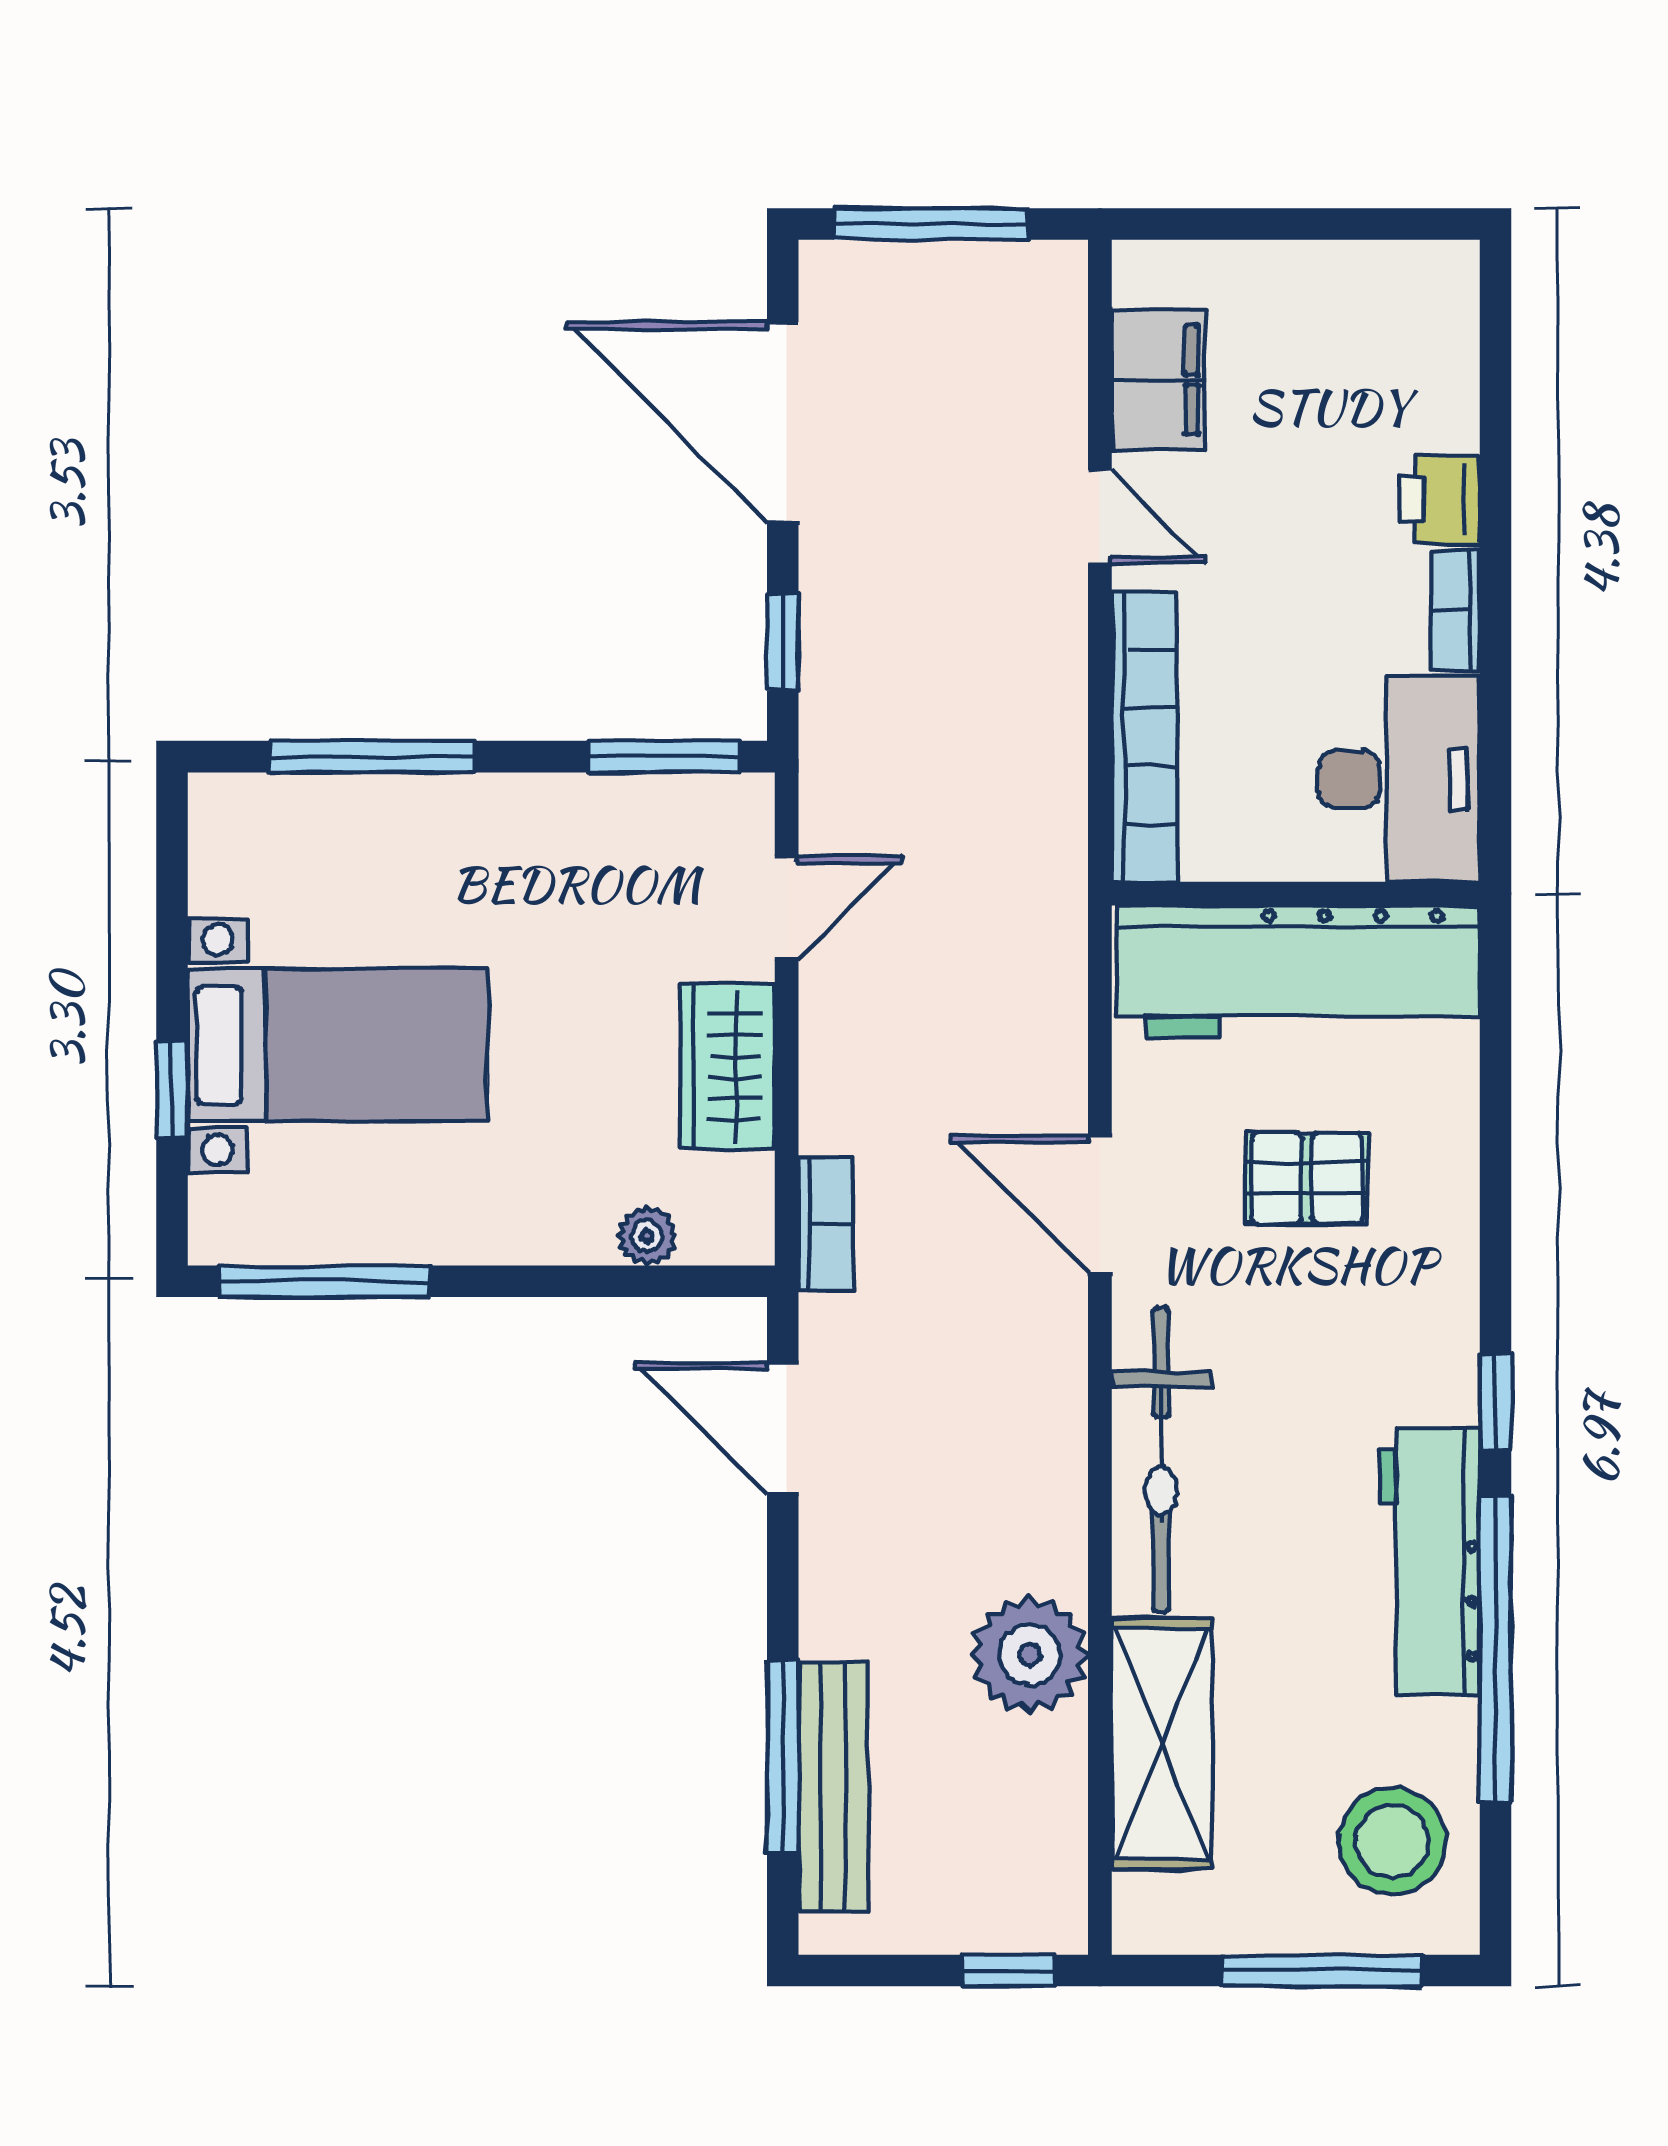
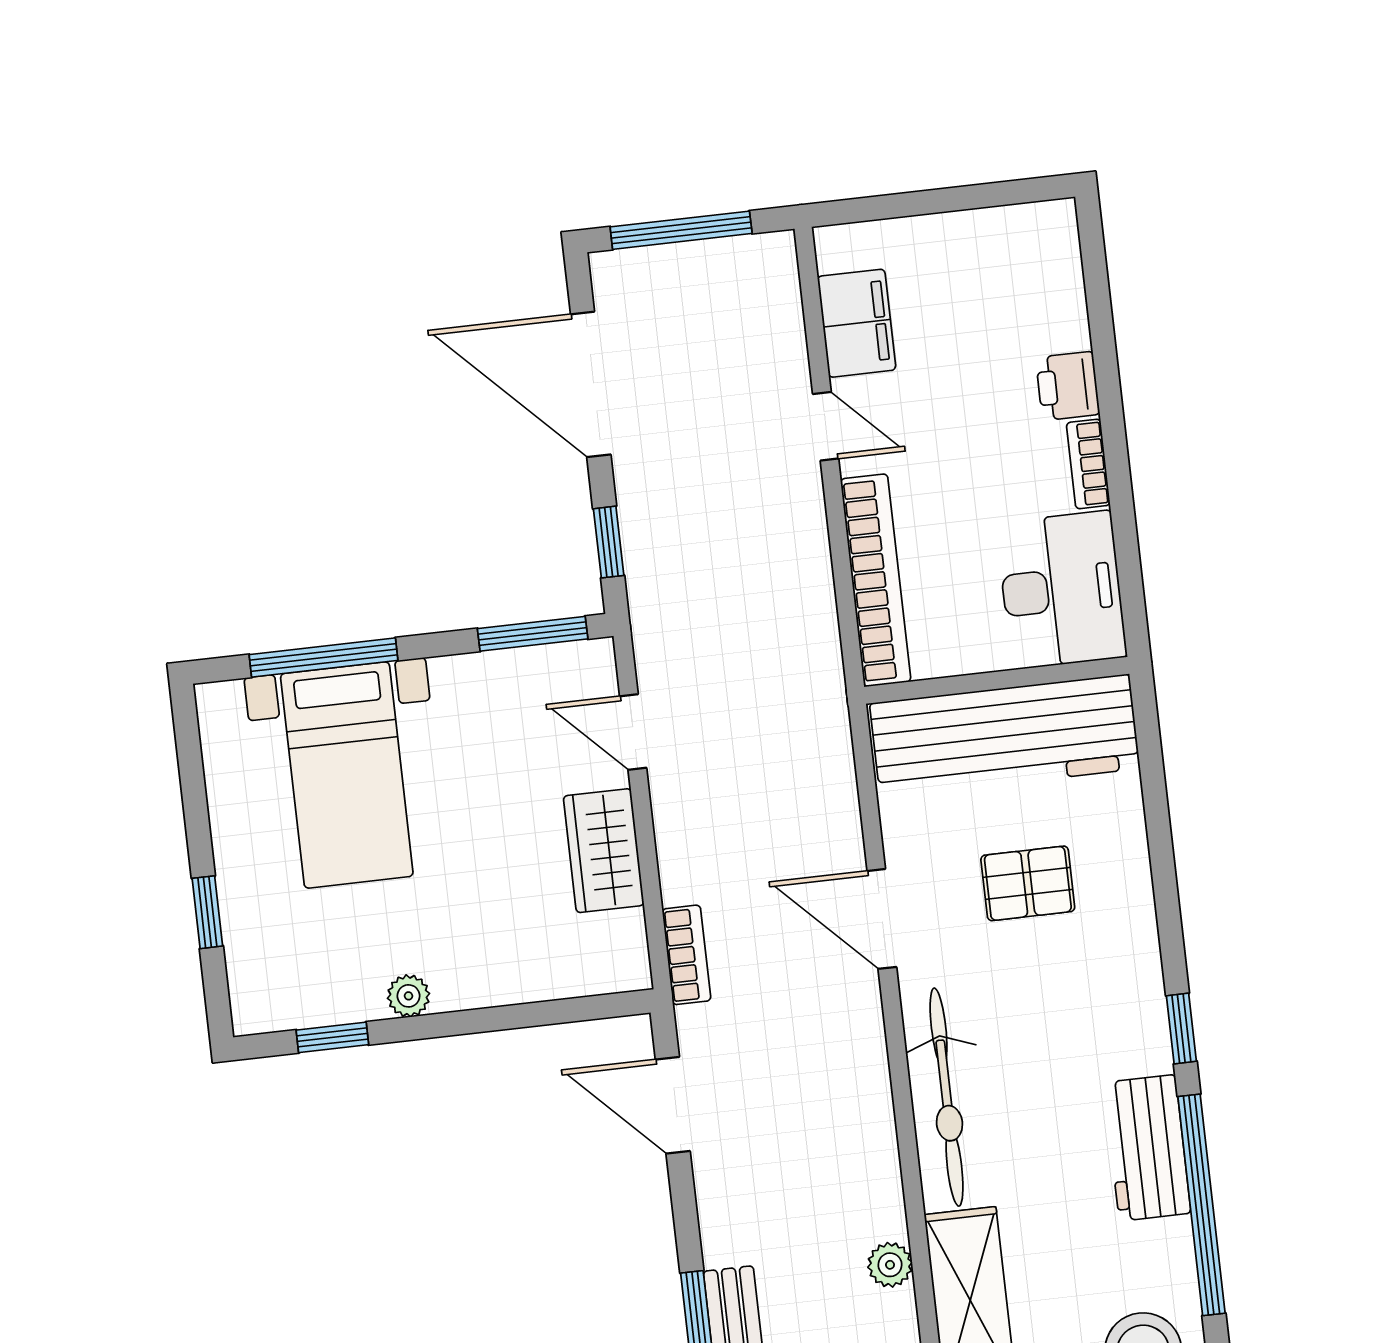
door: (787, 908) -> (633, 732), swing flipped
bed with nightstands: (337, 1045) -> (347, 775), moved, turned 90
plant: (647, 1236) -> (409, 996), moved
window: (324, 1281) -> (332, 1037), width x0.46
workbench: (1430, 1561) -> (1147, 1148), width x0.73
plant: (1030, 1655) -> (890, 1265), width x0.53, depth x0.53

